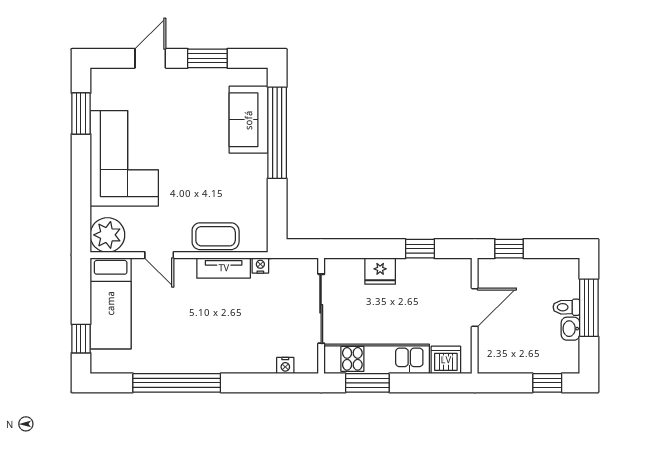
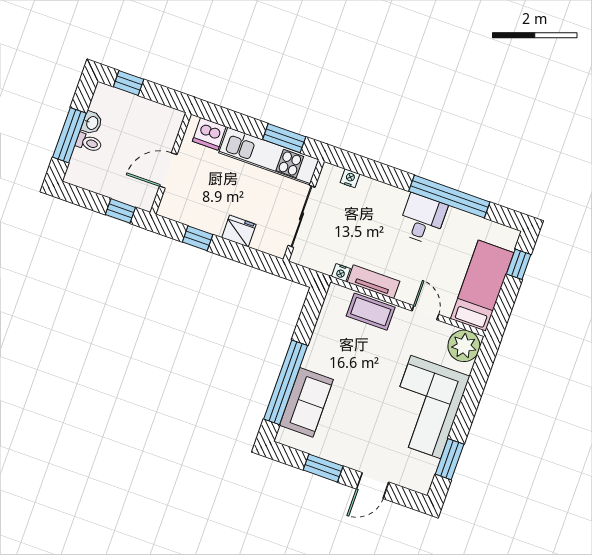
desk: (196, 350) -> (423, 219), added

